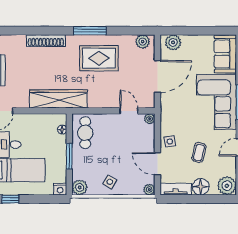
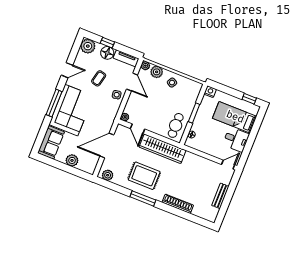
plant: (173, 42) -> (72, 160), moved
wardrobe: (58, 99) -> (163, 149), moved
plant: (80, 187) -> (157, 72), moved
window: (205, 199) -> (107, 43), added

